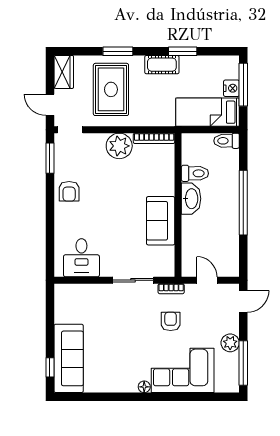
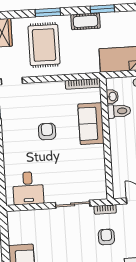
plant: (119, 146) -> (54, 92), removed
armchair: (69, 191) -> (47, 131), moved, turned 180
washbasin: (191, 199) -> (112, 96), moved, width x0.52, depth x0.69
sofa: (161, 221) -> (91, 124), moved

